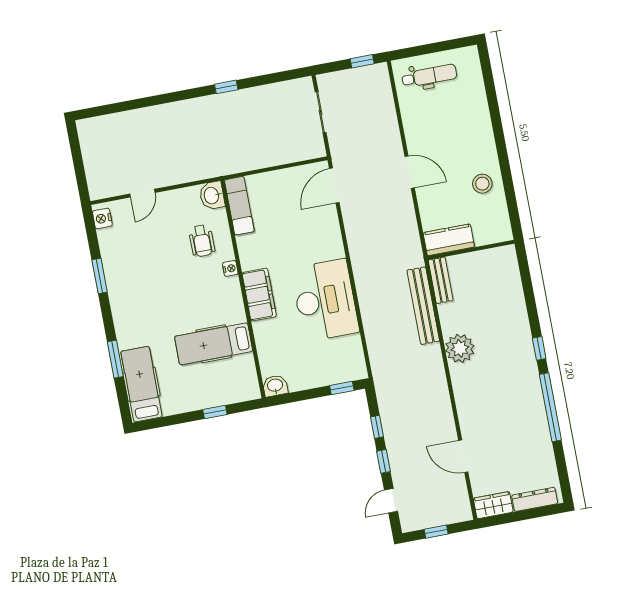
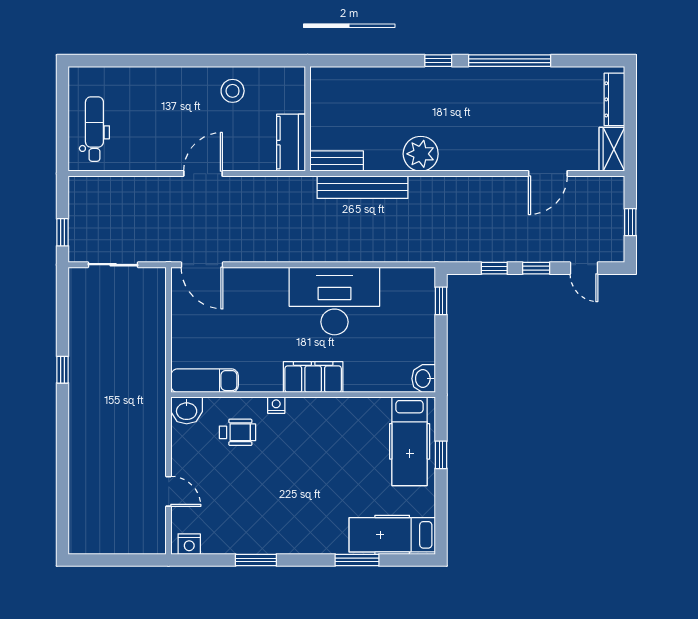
window: (362, 61) -> (62, 232), moved
hospital bed: (214, 344) -> (410, 441), moved

